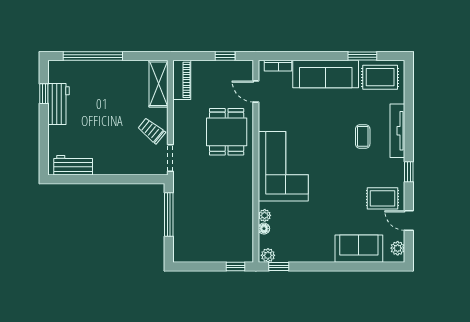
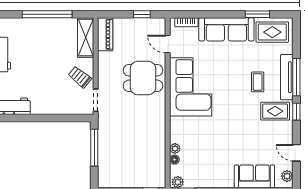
window: (93, 56) -> (47, 14), moved
window: (409, 131) -> (296, 77), added
dining table: (227, 132) -> (143, 78), turned 90
corner sofa: (283, 166) -> (191, 87), moved
rug: (382, 198) -> (275, 111), moved

